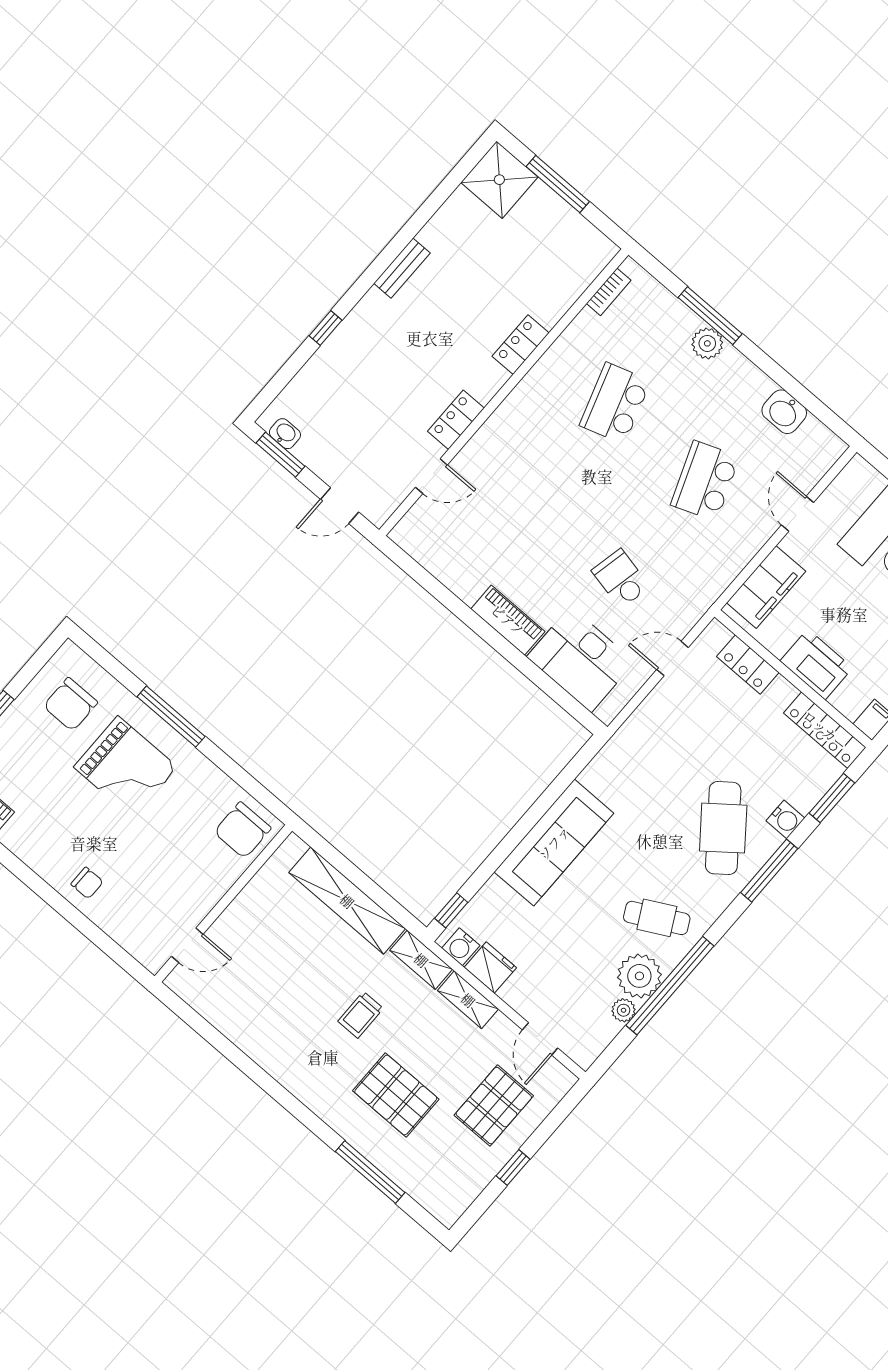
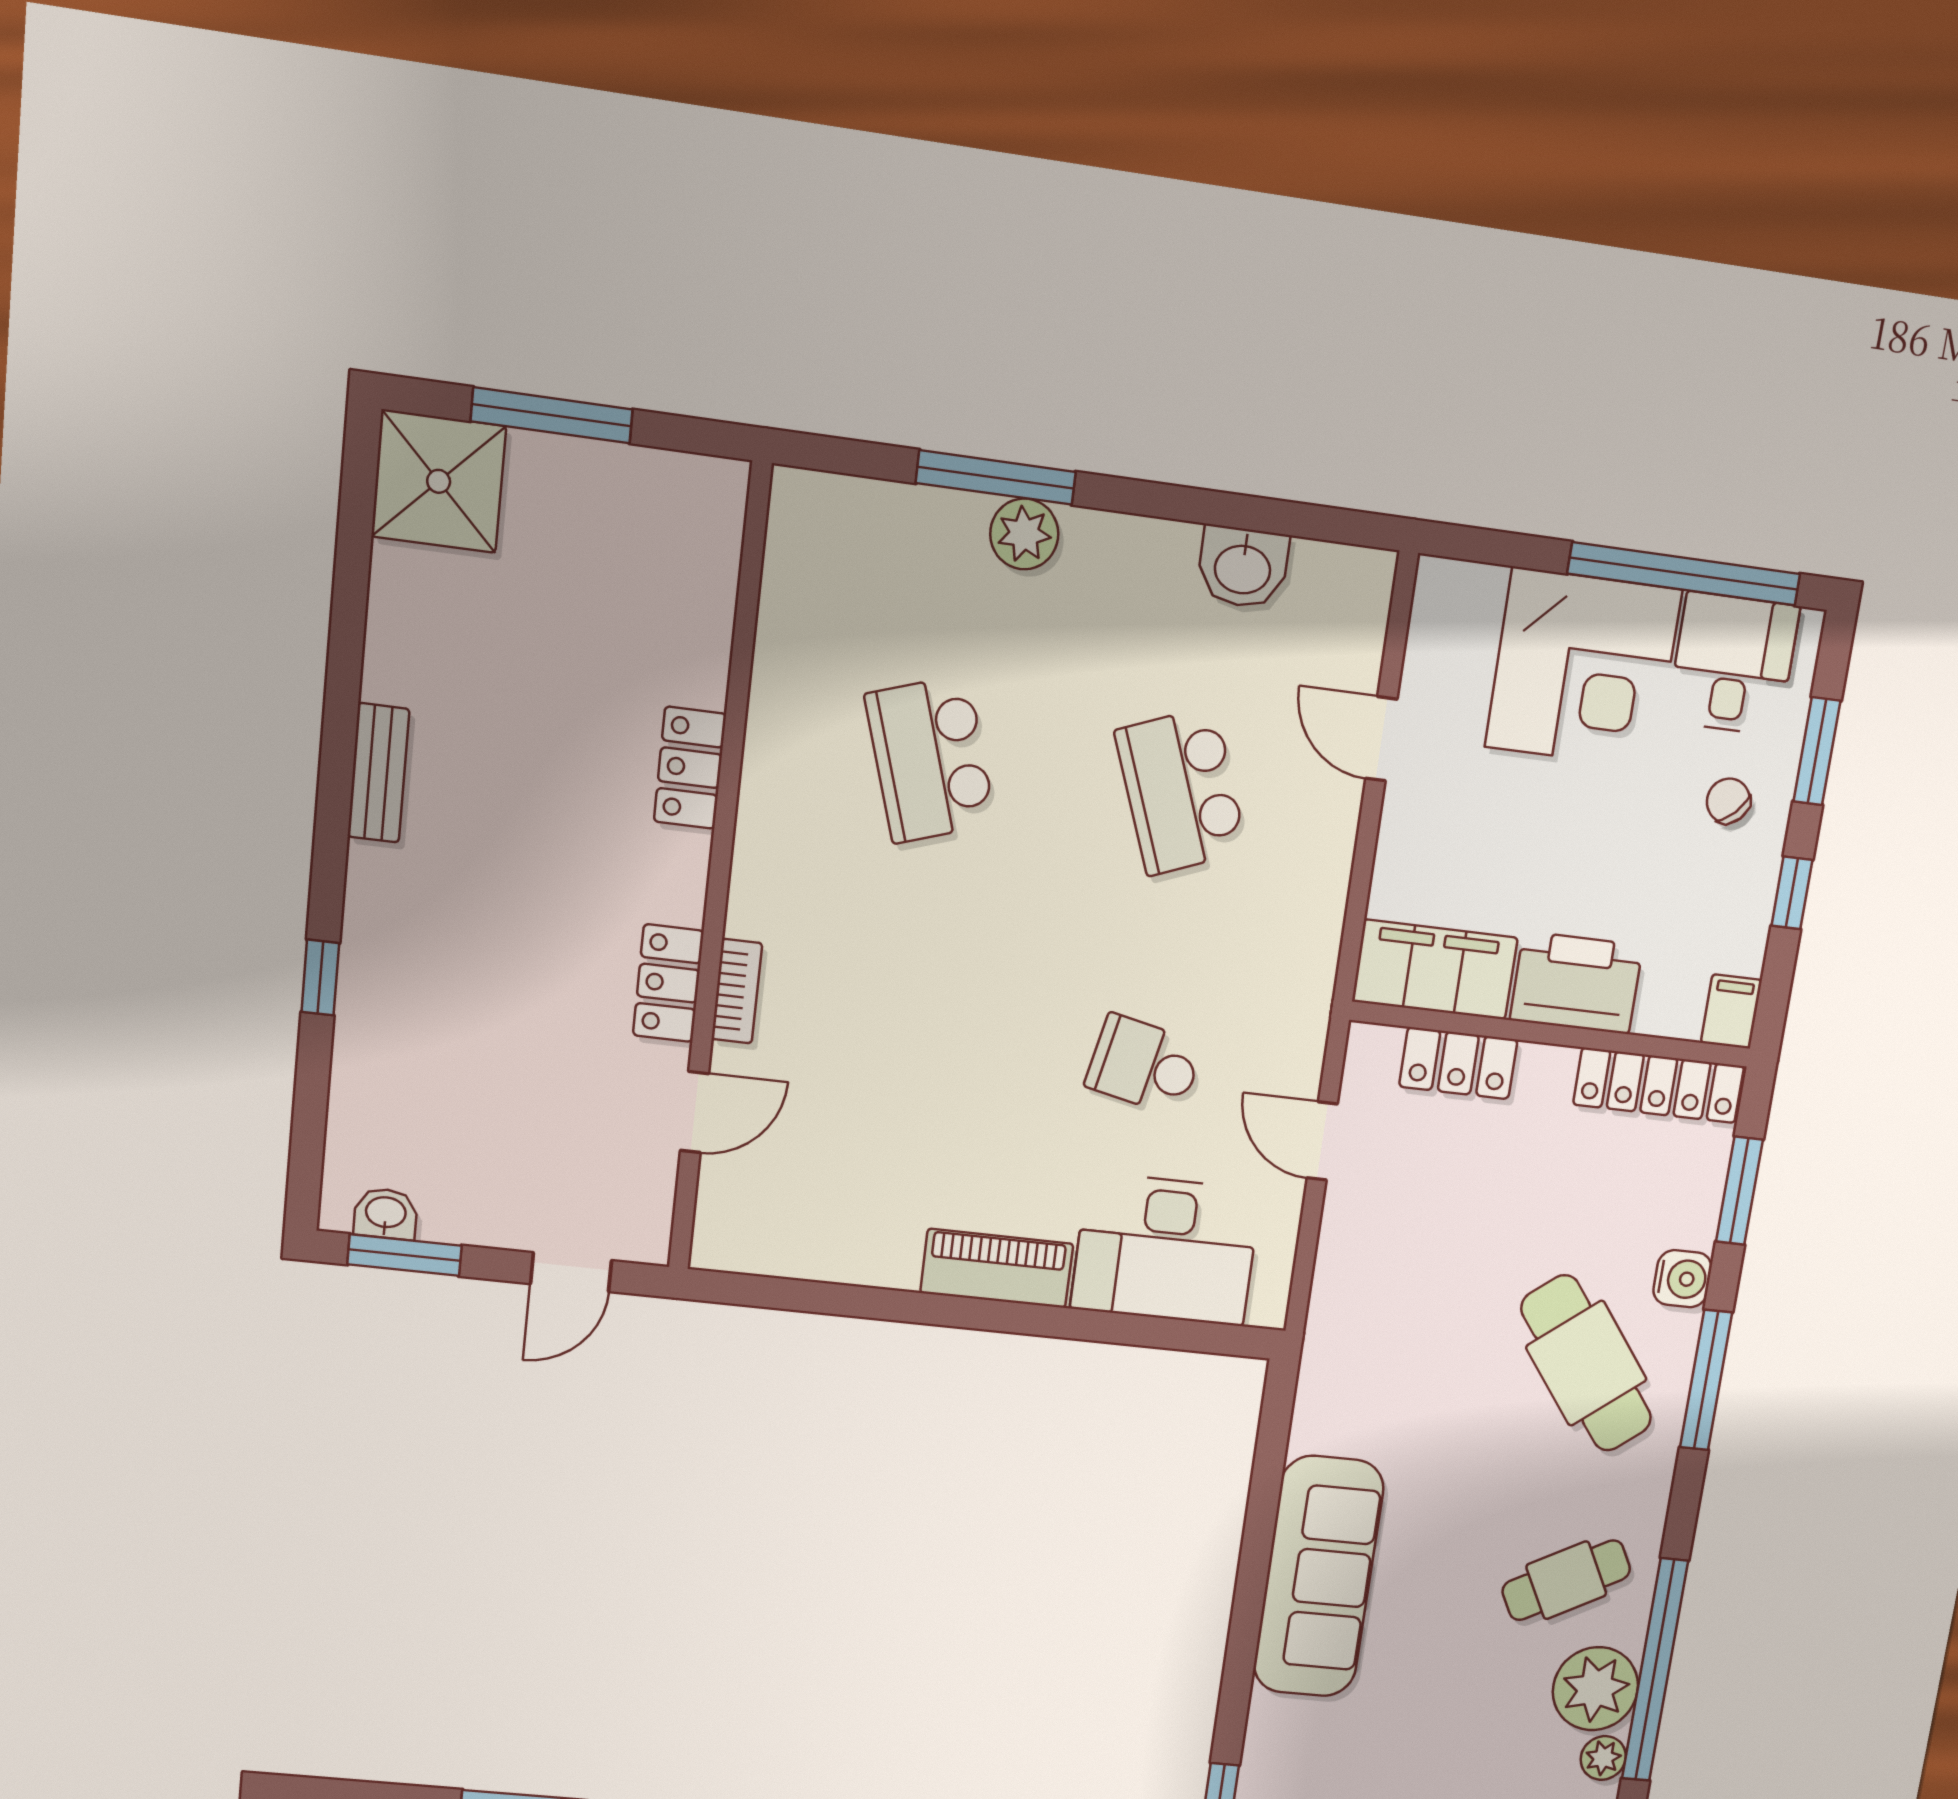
bookcase: (609, 292) -> (737, 991), moved
filing cabinet: (766, 587) -> (1435, 970), moved, turned -90
door: (673, 659) -> (1322, 1141), hinge flipped

